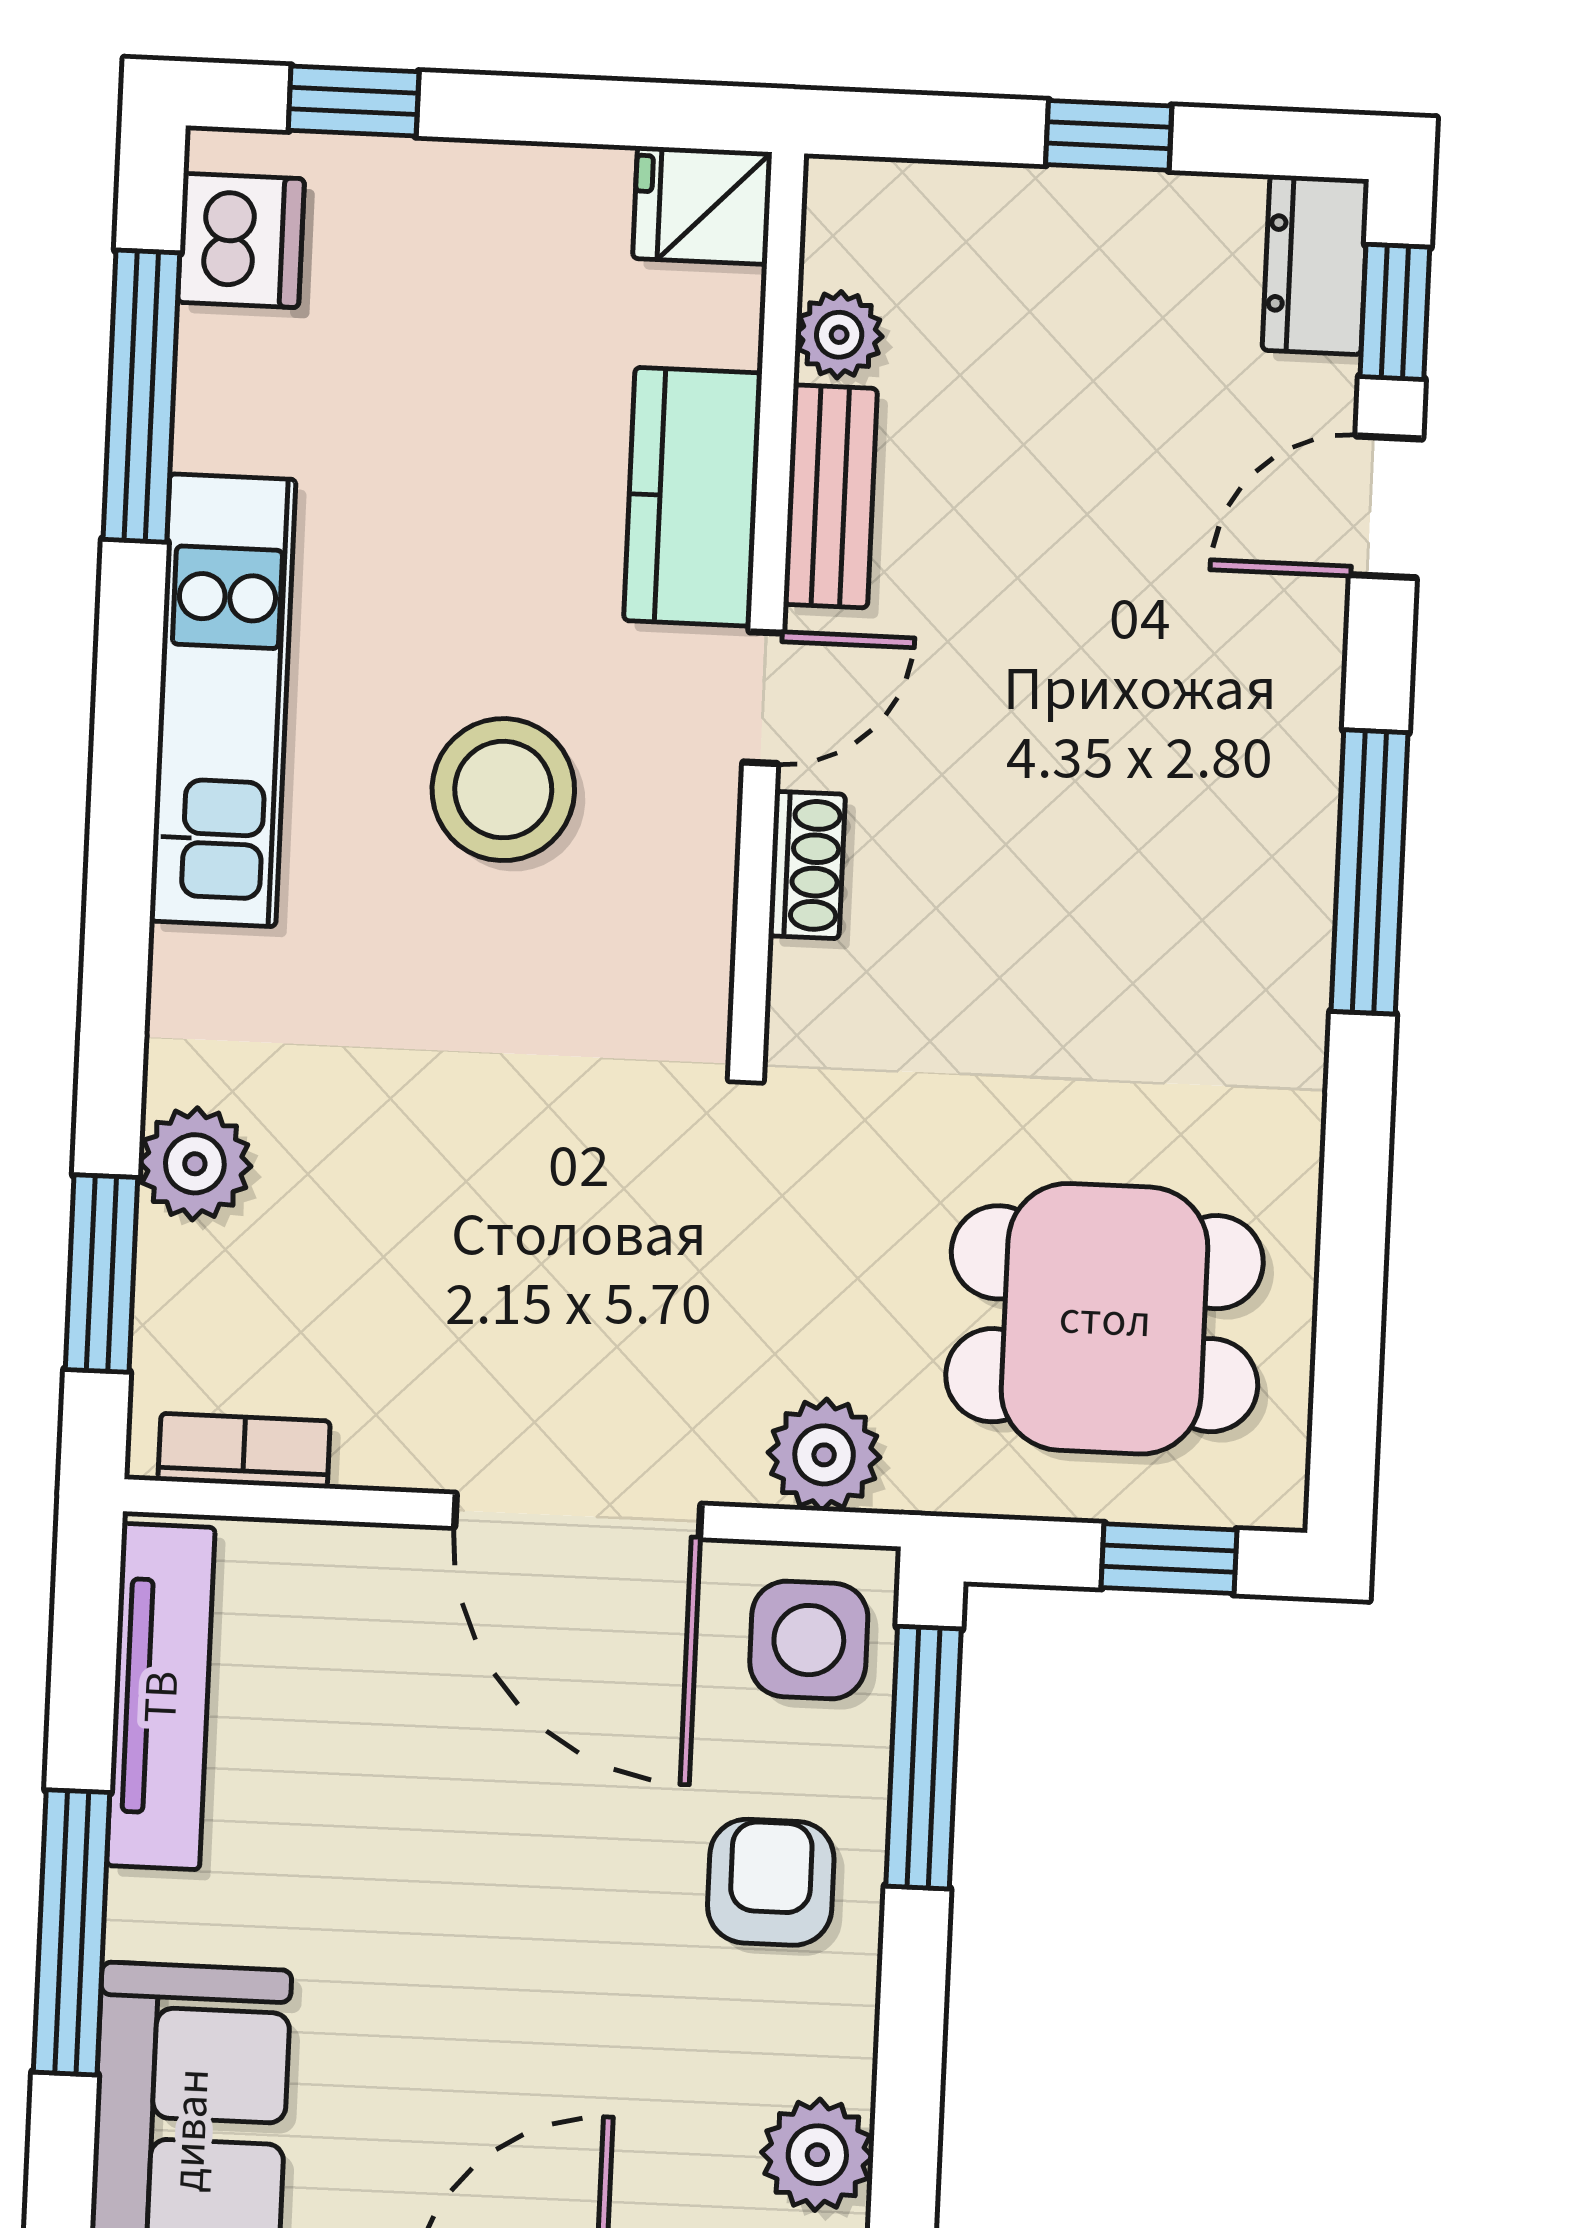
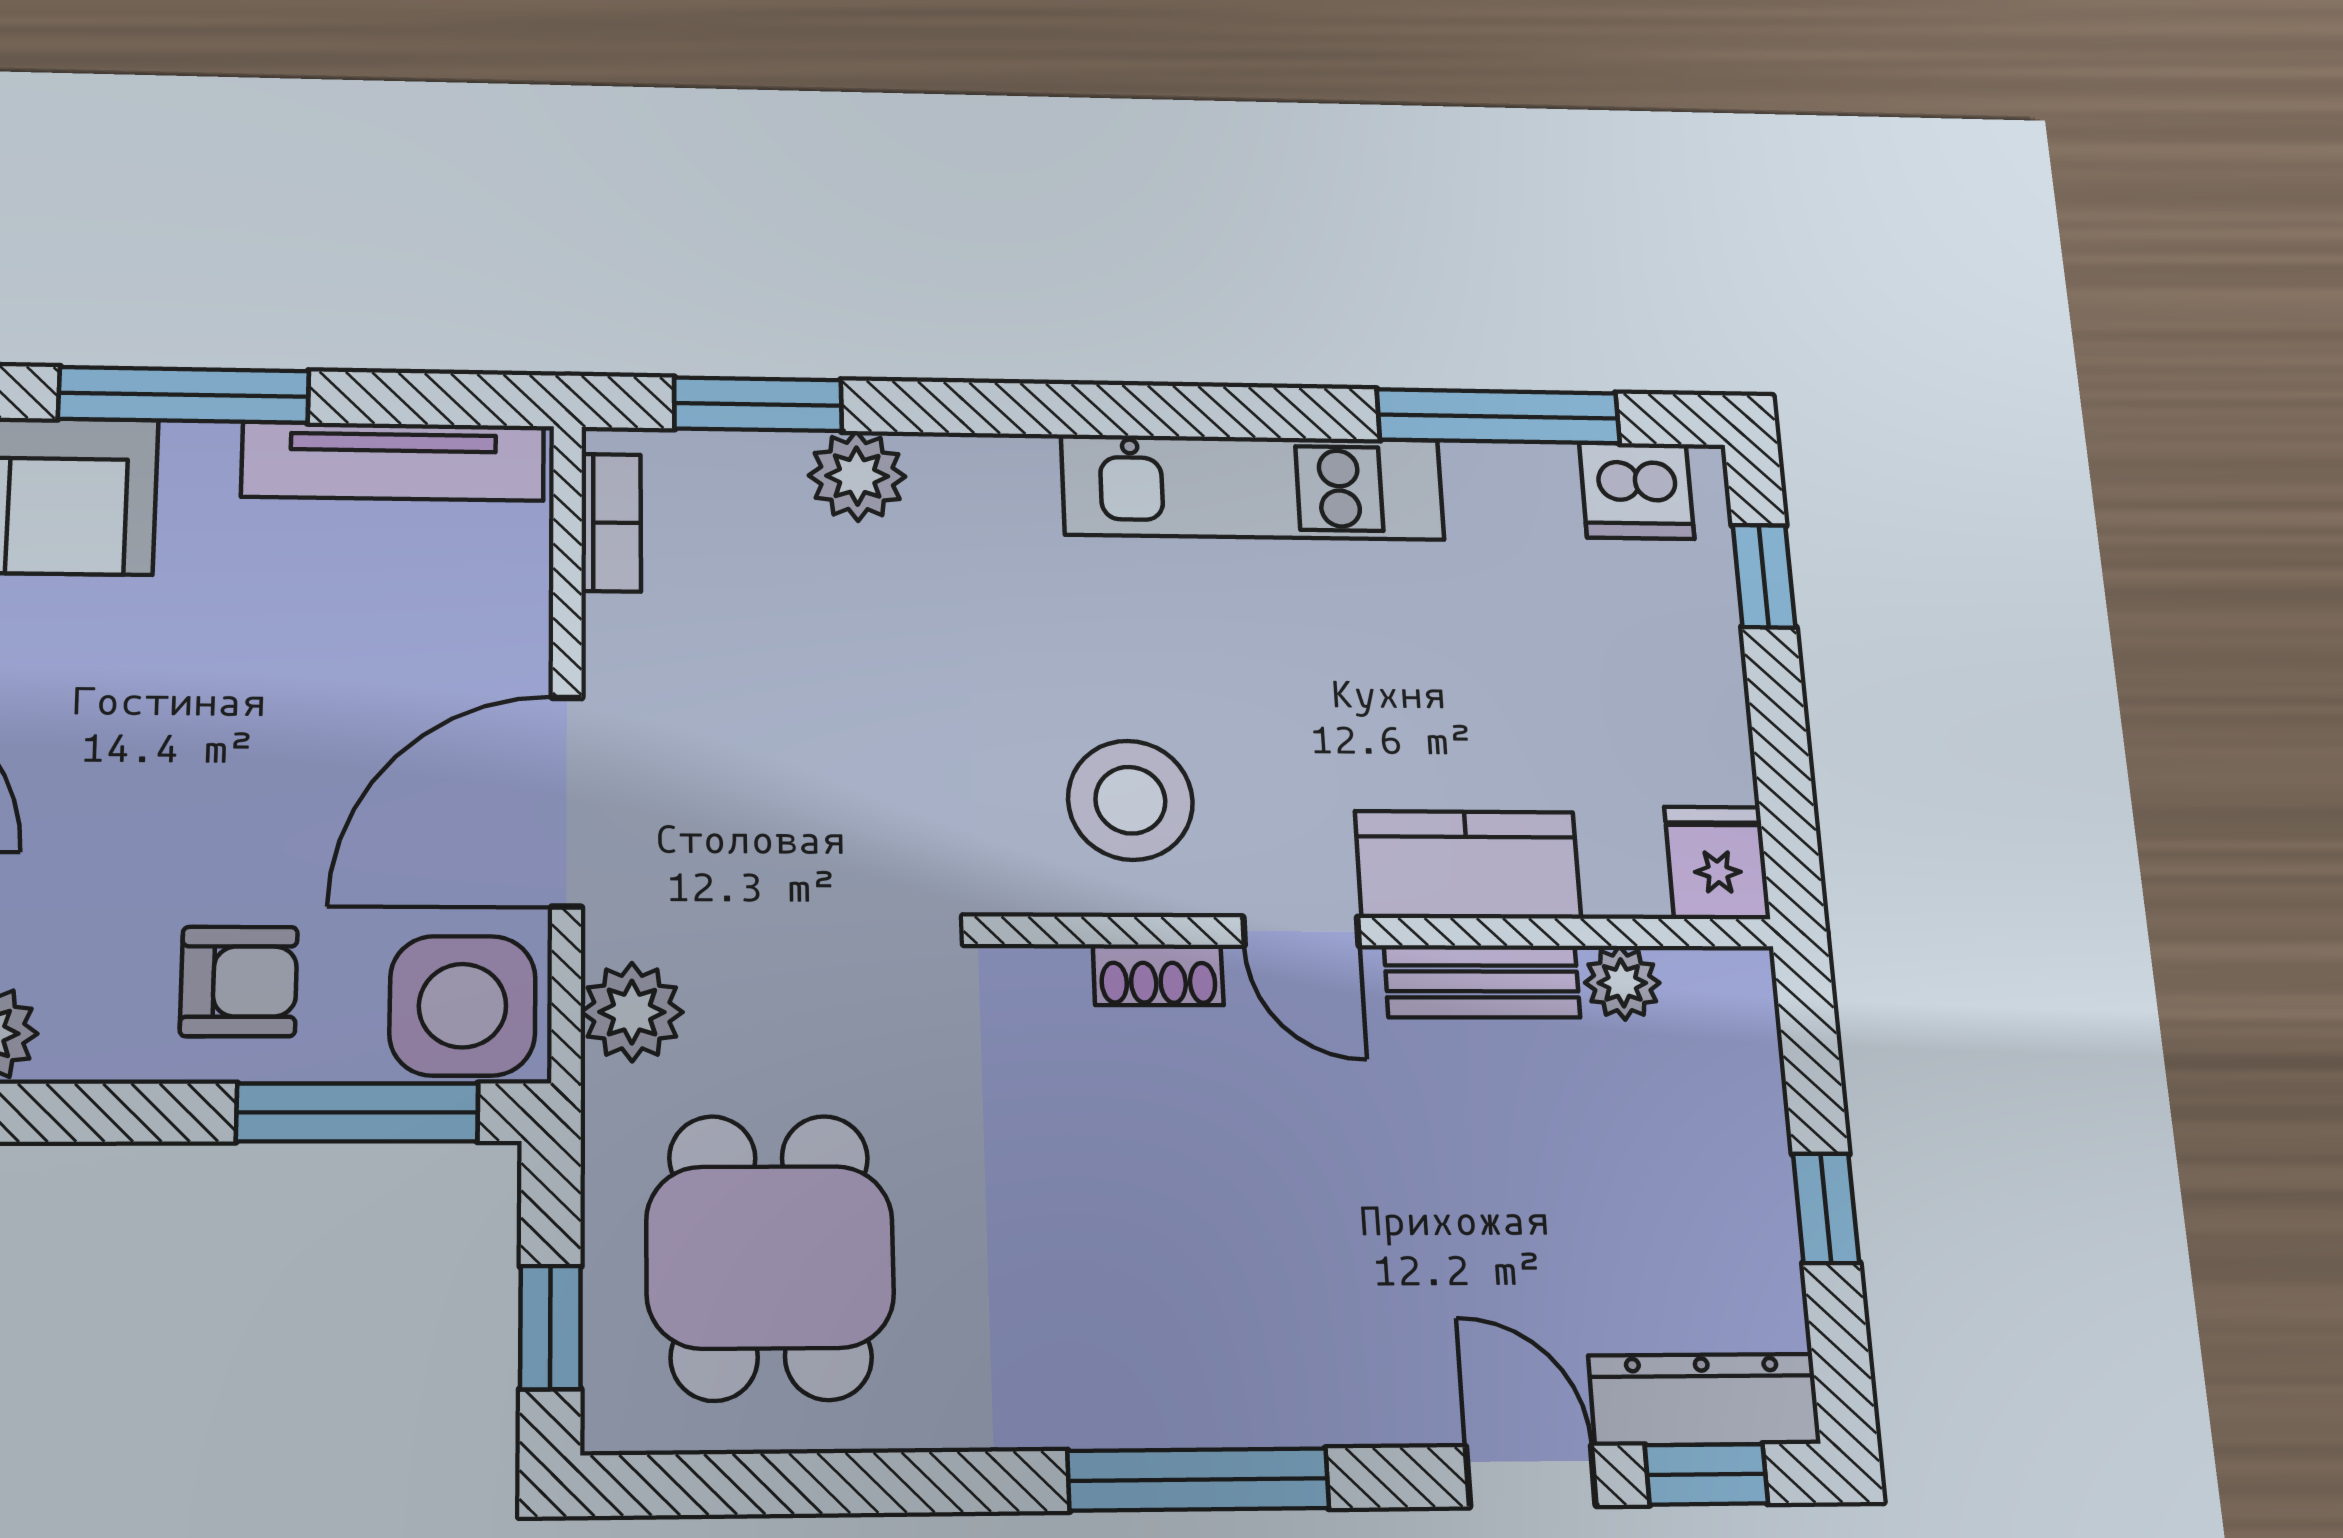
dresser: (1316, 265) -> (1704, 1400), width x1.44
stool: (503, 790) -> (1130, 800), moved
side table: (809, 1640) -> (463, 1006), width x1.37, depth x1.37

